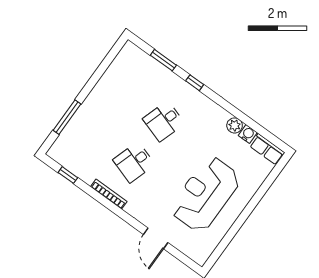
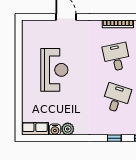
desk: (134, 162) -> (116, 57), turned -30
reception desk: (205, 194) -> (54, 70), width x0.74, depth x0.77

